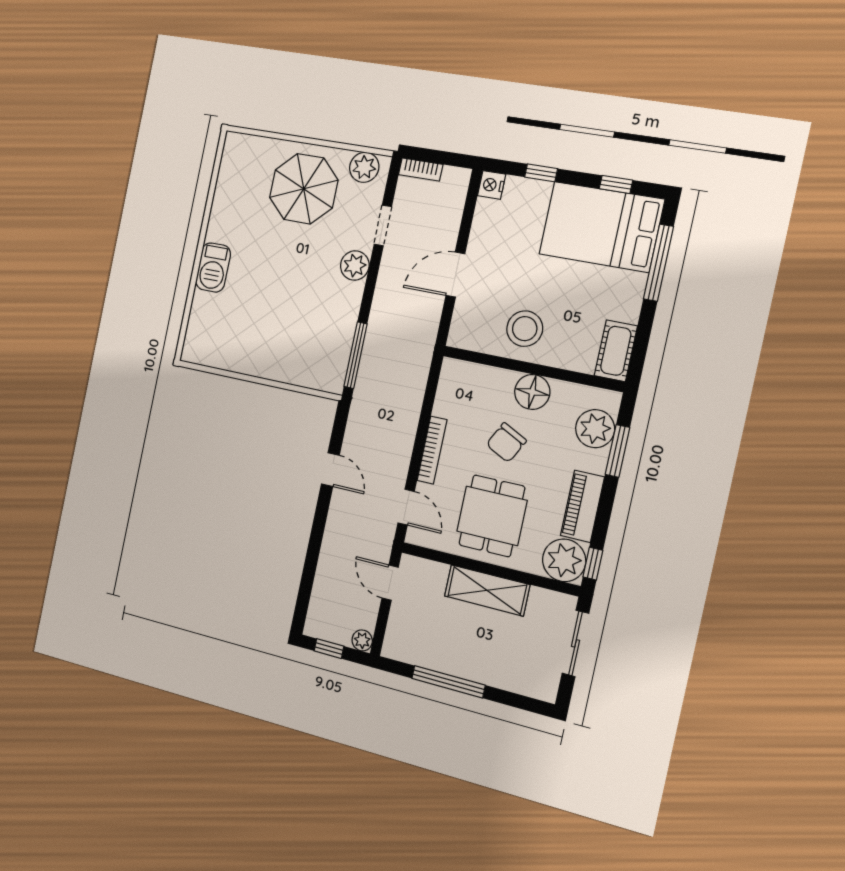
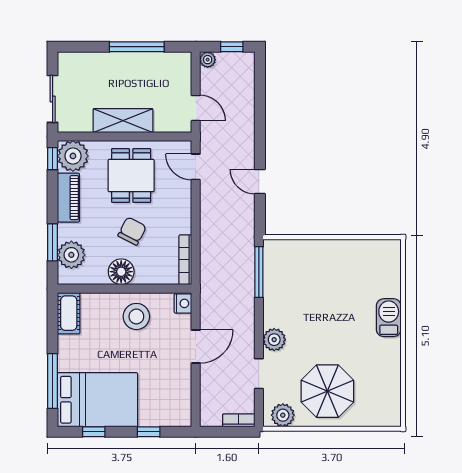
nightstand: (492, 185) -> (183, 303), moved
bookcase: (432, 450) -> (185, 260), moved

